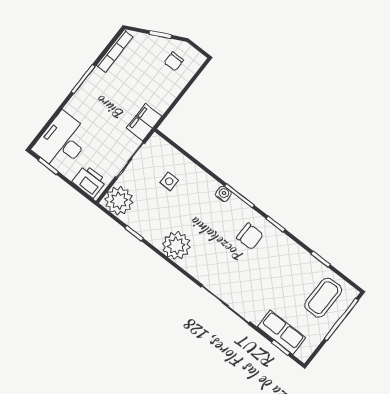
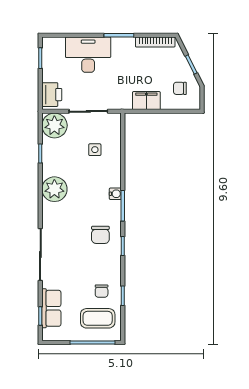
filing cabinet: (144, 122) -> (146, 101), moved
desk: (62, 142) -> (88, 55), moved
chair: (301, 275) -> (102, 291), added

